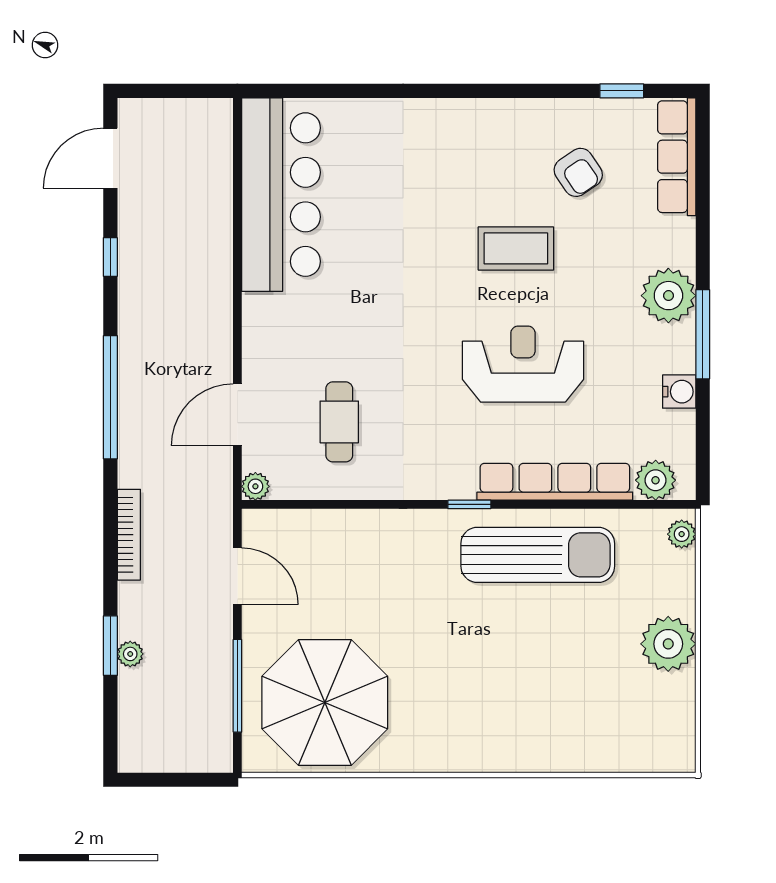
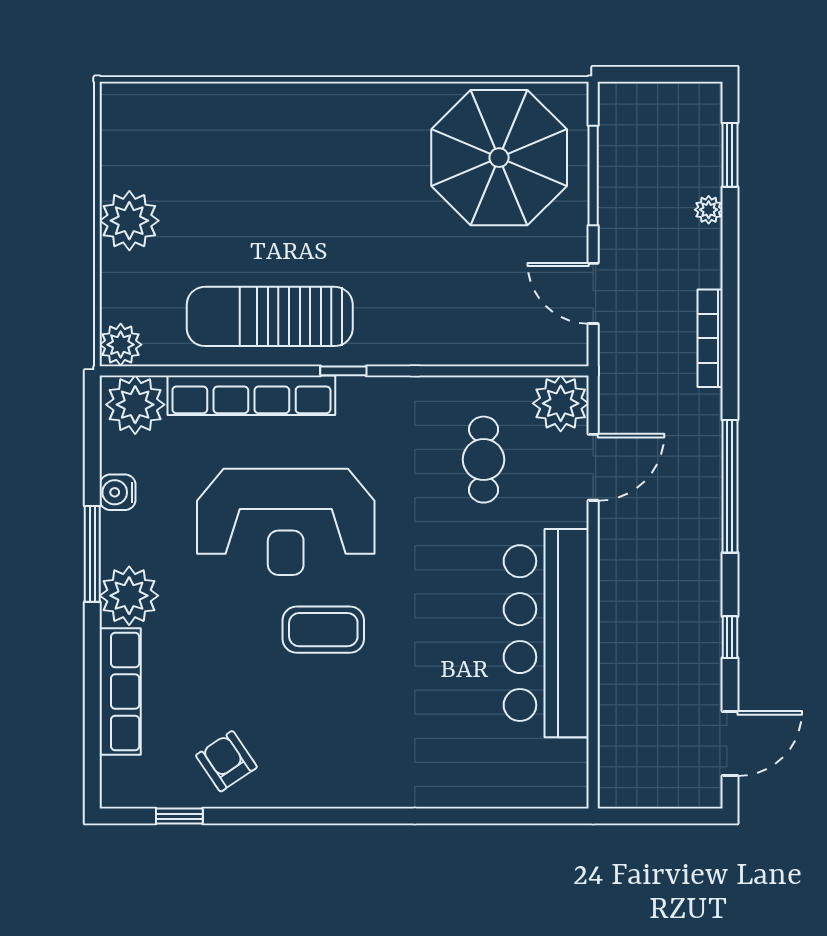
row of seats: (677, 157) -> (120, 692), moved
armchair: (578, 172) -> (226, 761), moved
bar counter: (281, 195) -> (546, 633), moved
coffee table: (516, 248) -> (323, 630), moved
reception desk: (523, 364) -> (286, 522), width x1.36, depth x1.30
plant: (656, 480) -> (135, 405), width x1.36, depth x1.36
plant: (255, 486) -> (561, 403), width x1.88, depth x1.88
plant: (682, 534) -> (121, 345), width x1.38, depth x1.38
window: (110, 646) -> (730, 155), moved

